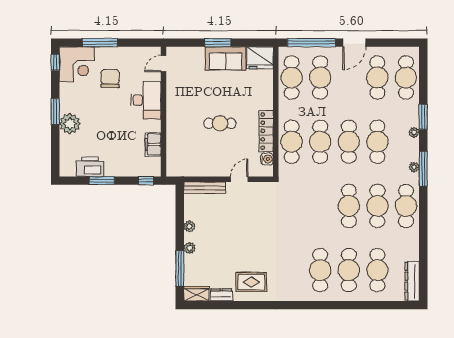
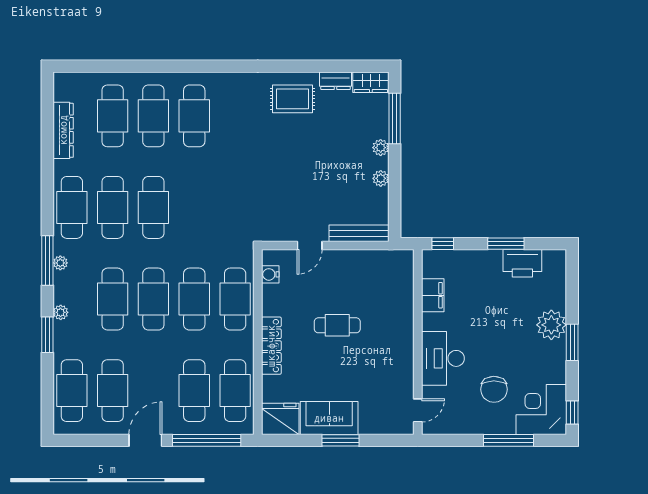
locker: (266, 131) -> (271, 346), moved
dresser: (412, 281) -> (63, 130), moved

